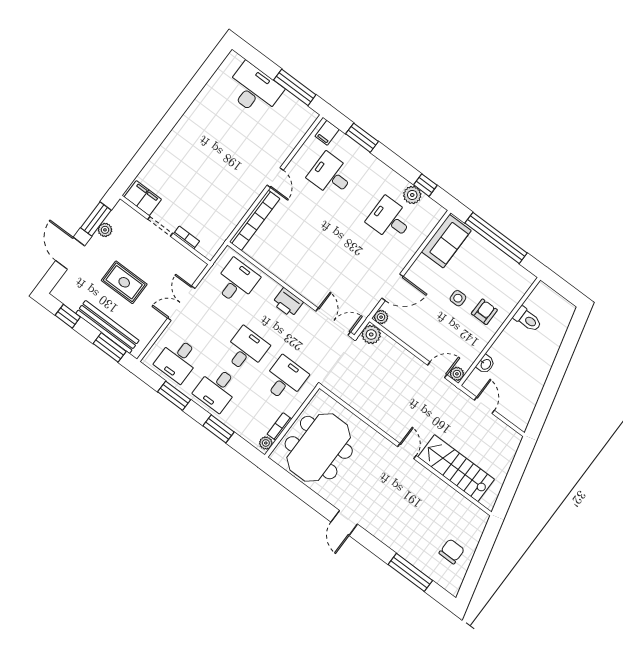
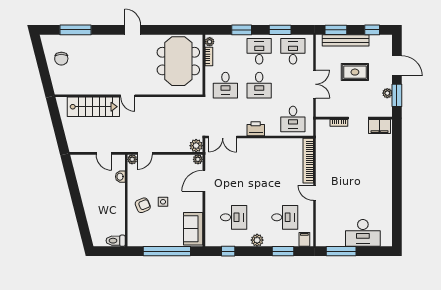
plant: (412, 195) -> (257, 240), moved
armchair: (484, 312) -> (143, 205), turned -112
toilet: (528, 319) -> (116, 241), moved

